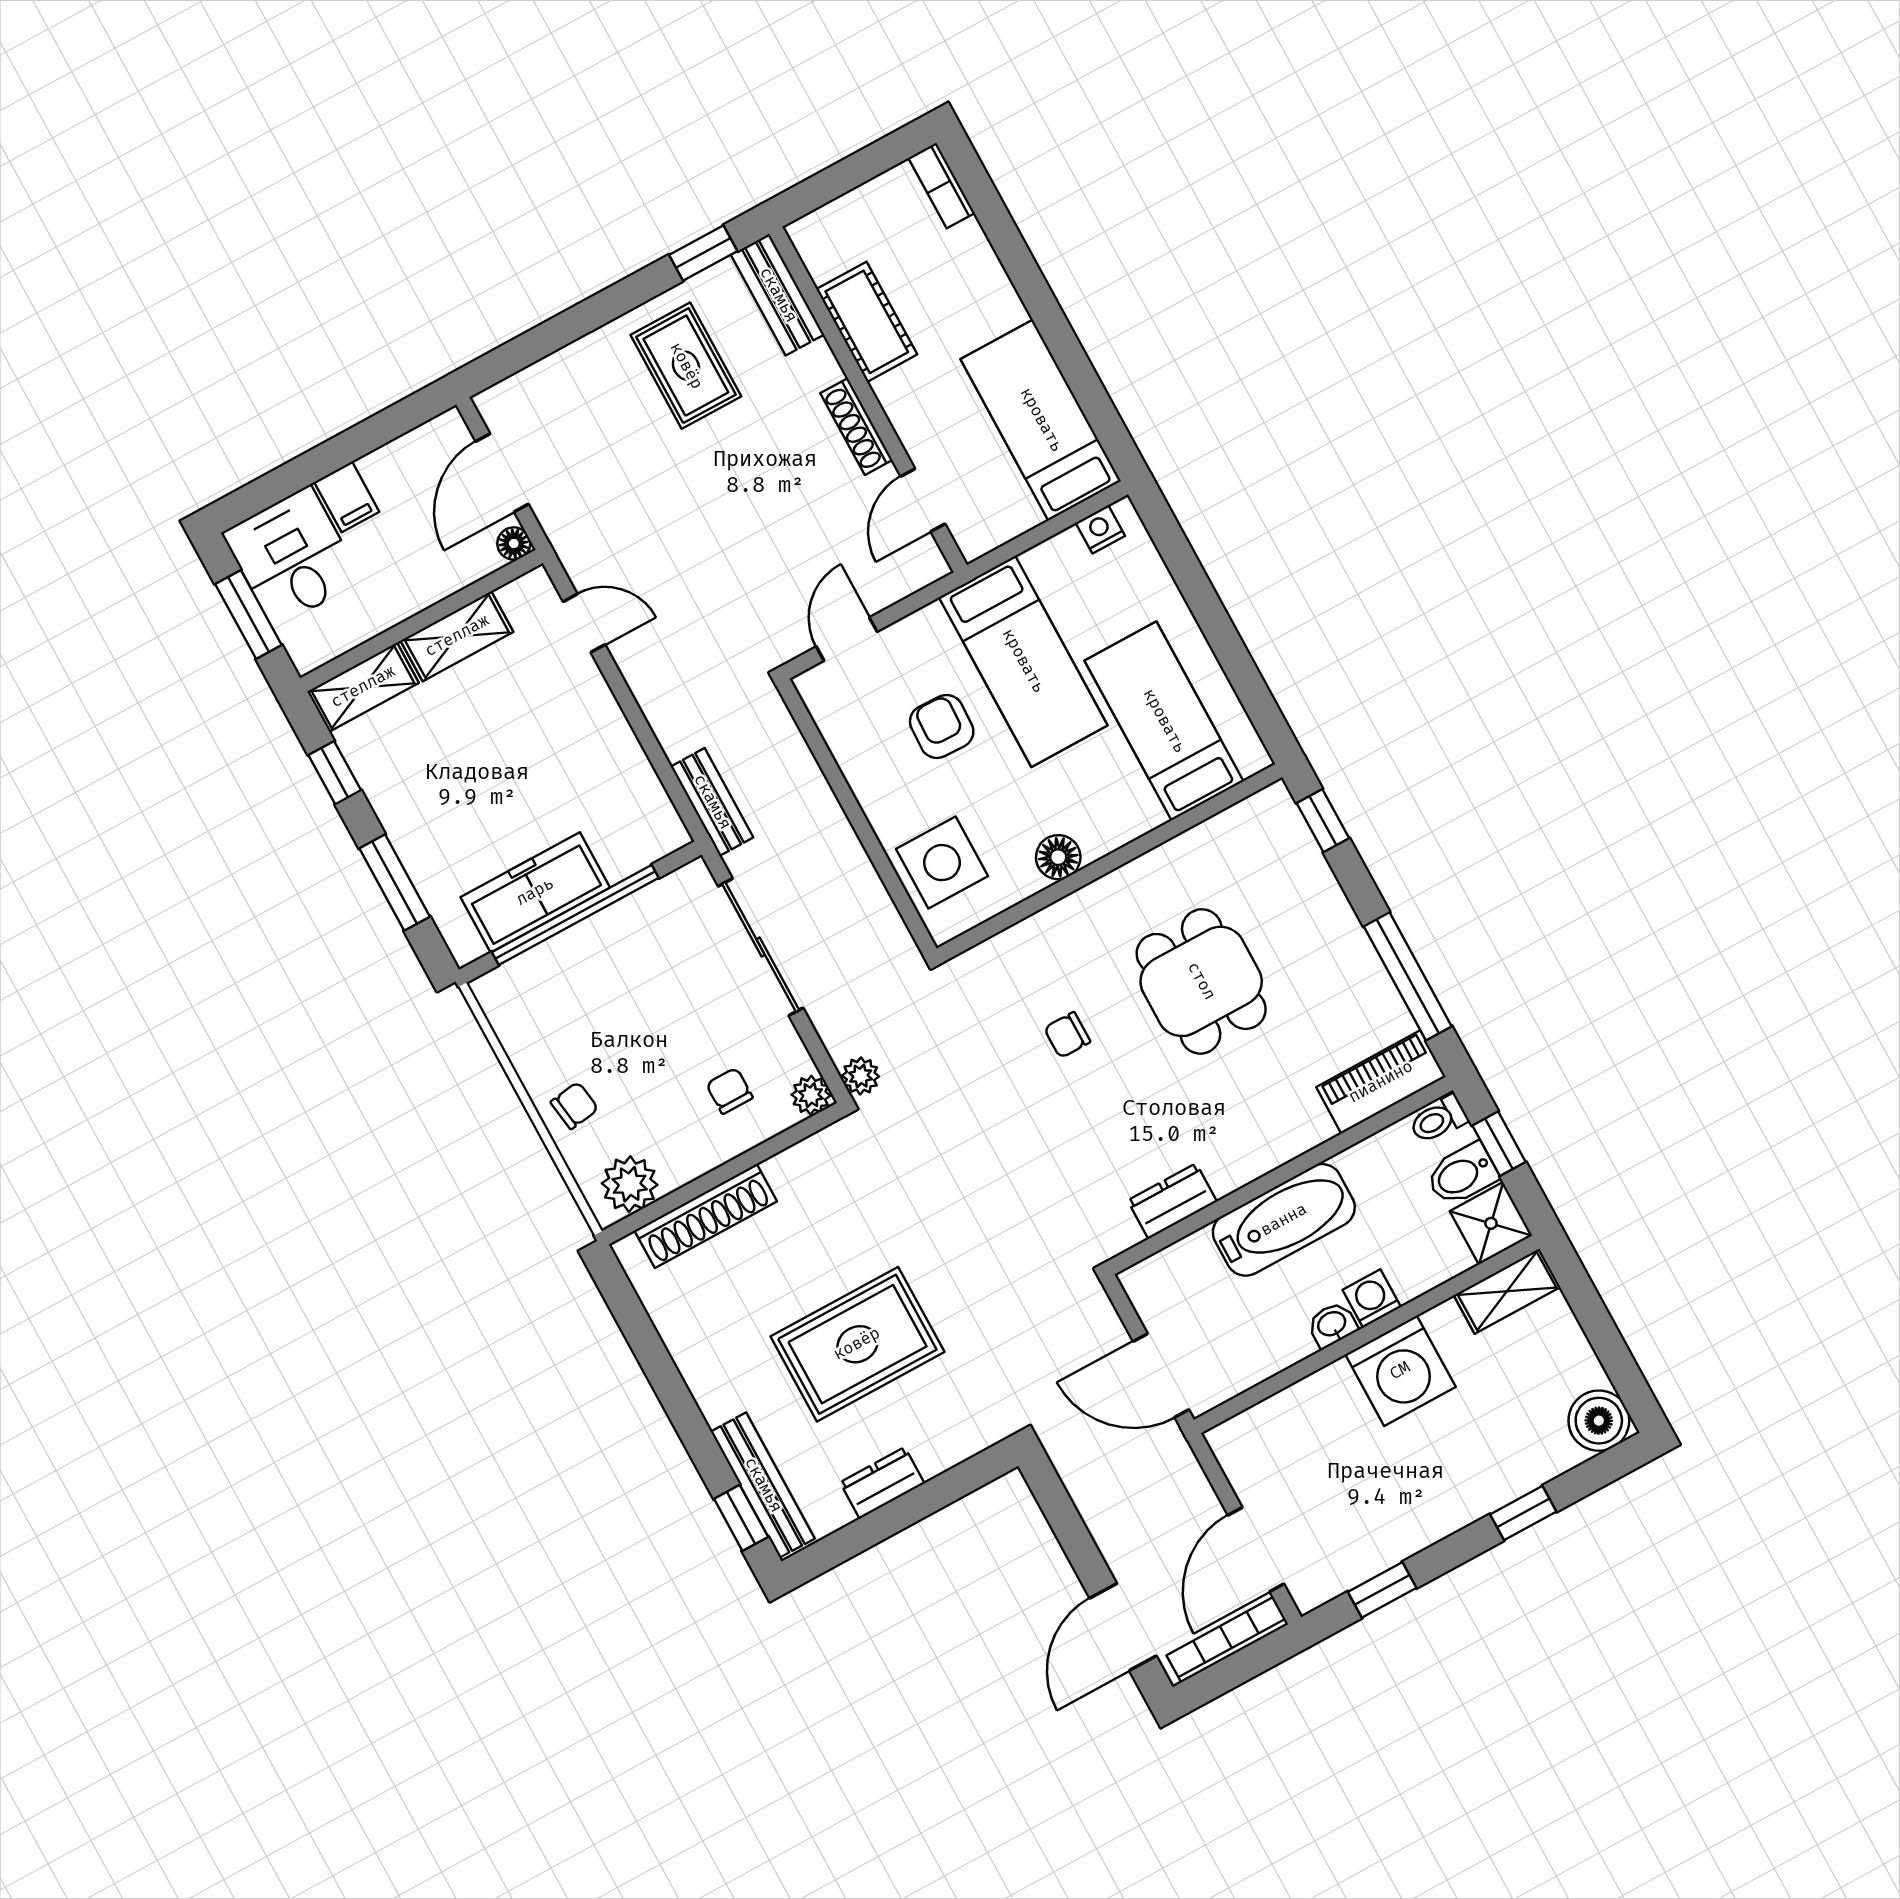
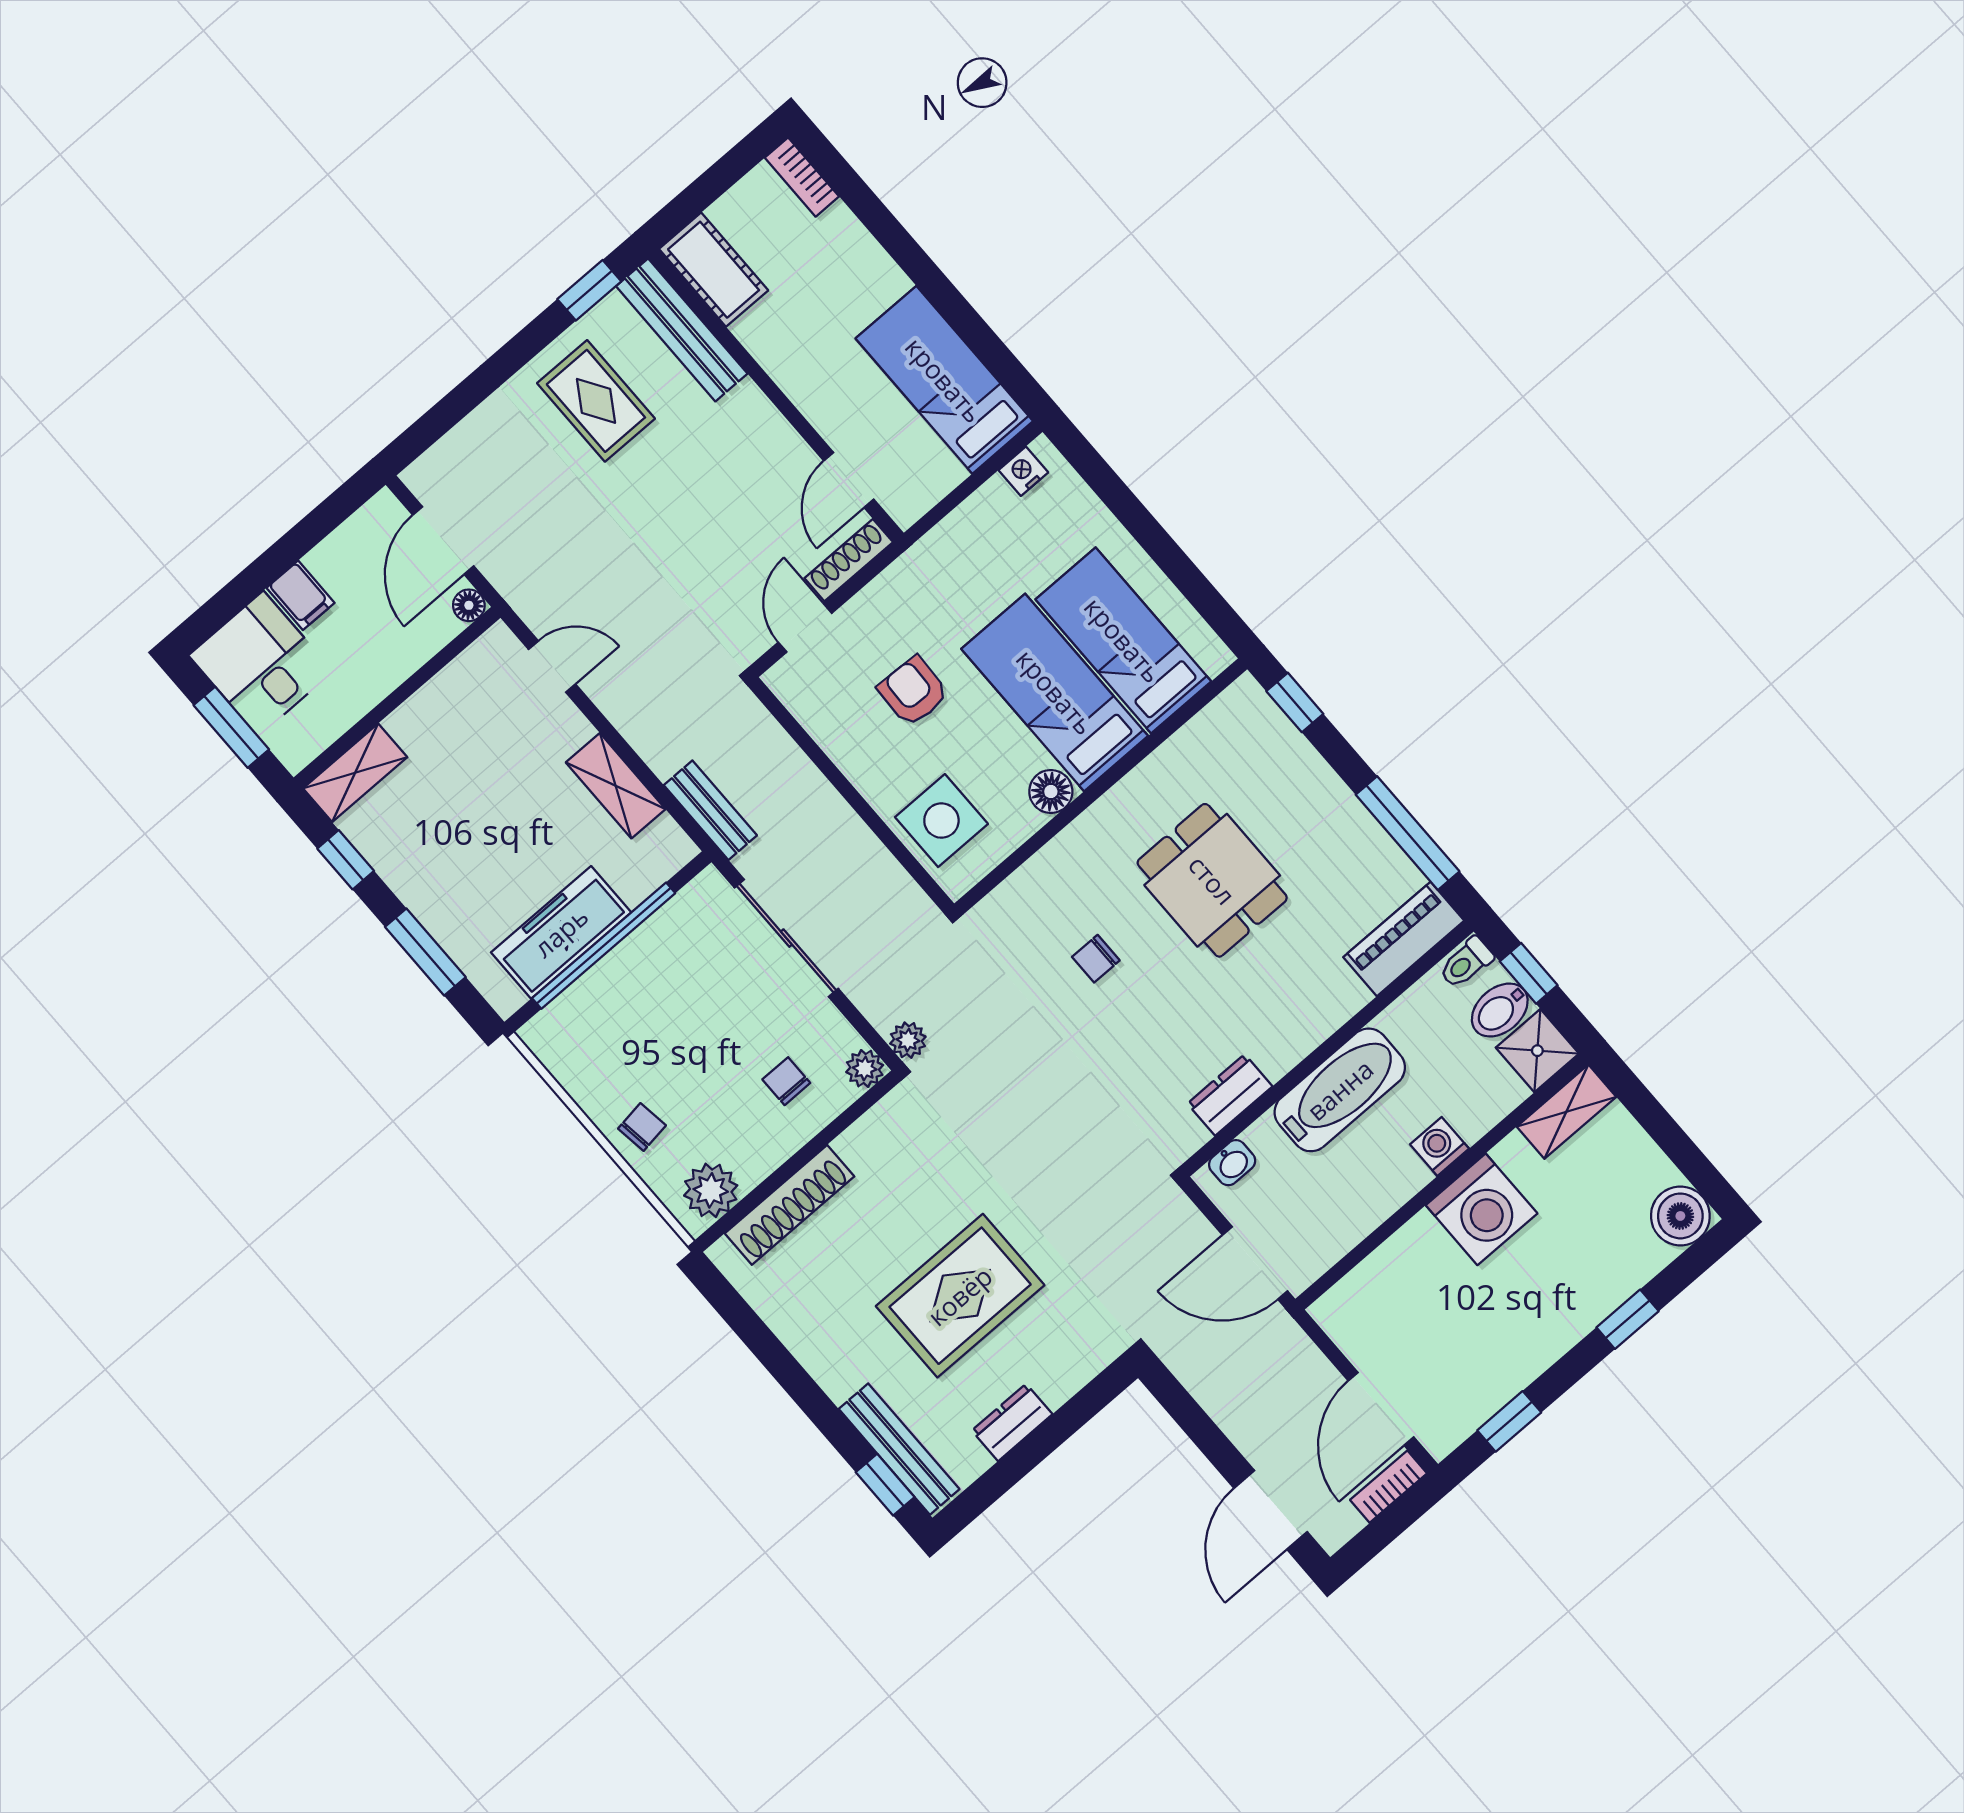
bench: (778, 295) -> (682, 330), width x1.36
cot: (867, 322) -> (714, 270), moved
shoe rack: (856, 427) -> (849, 560), moved, turned 90
shelving: (457, 636) -> (616, 786), moved, turned 90
bed: (1023, 661) -> (1055, 692), moved, turned 180
washbasin: (1332, 1325) -> (1232, 1163), moved, turned 180
bookcase: (1227, 1640) -> (1389, 1487), width x0.64

